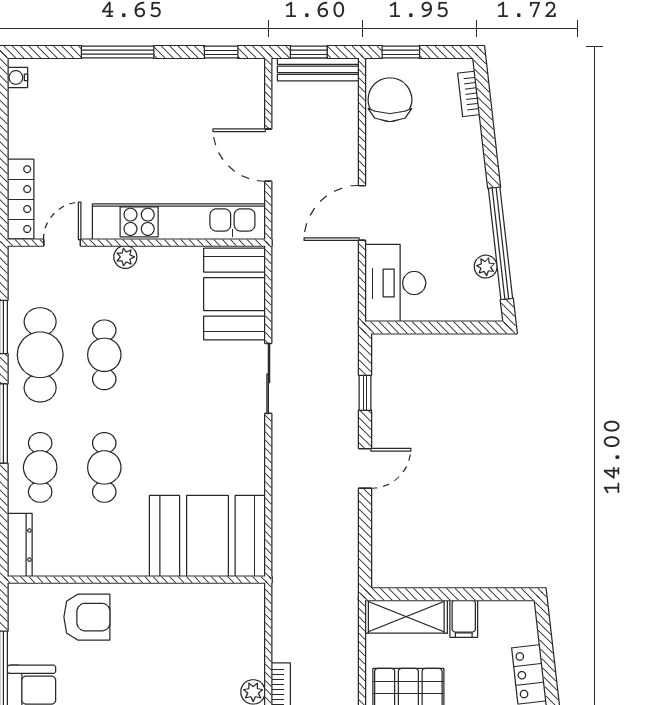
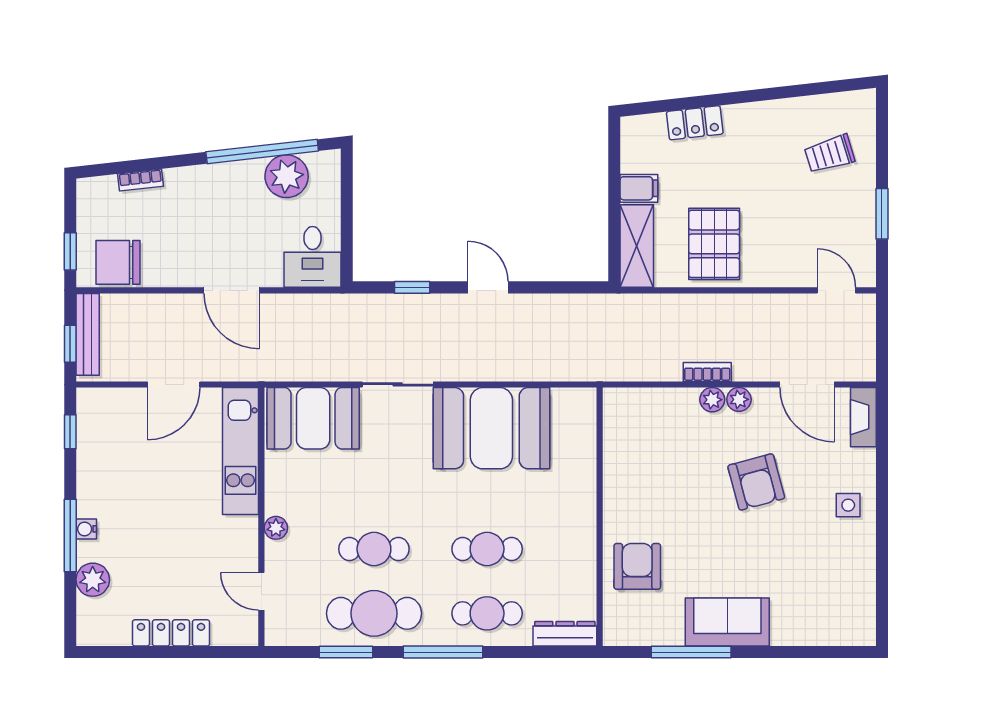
plant: (74, 75) -> (93, 580), added
water cooler: (17, 77) -> (86, 529), moved, turned 90
bookcase: (469, 94) -> (141, 180), moved
locker: (21, 199) -> (171, 633), moved
kitchen unit: (179, 222) -> (241, 451), width x0.73
plant: (486, 267) -> (287, 176), width x1.88, depth x1.88
desk: (395, 283) -> (313, 257), width x0.73
booth: (207, 536) -> (491, 428), moved, turned 90

